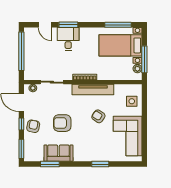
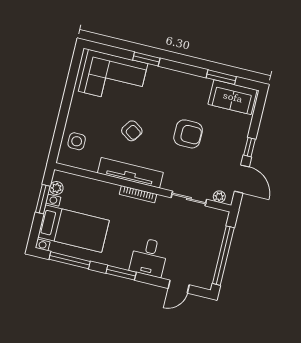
door: (45, 25) -> (179, 287), swing flipped
window: (68, 25) -> (121, 273), moved
window: (144, 59) -> (43, 199), width x0.69
armchair: (33, 126) -> (233, 140), removed
corner sofa: (128, 136) -> (113, 77), moved, turned 90
window: (21, 149) -> (258, 110), removed
sofa: (58, 153) -> (233, 97), moved

